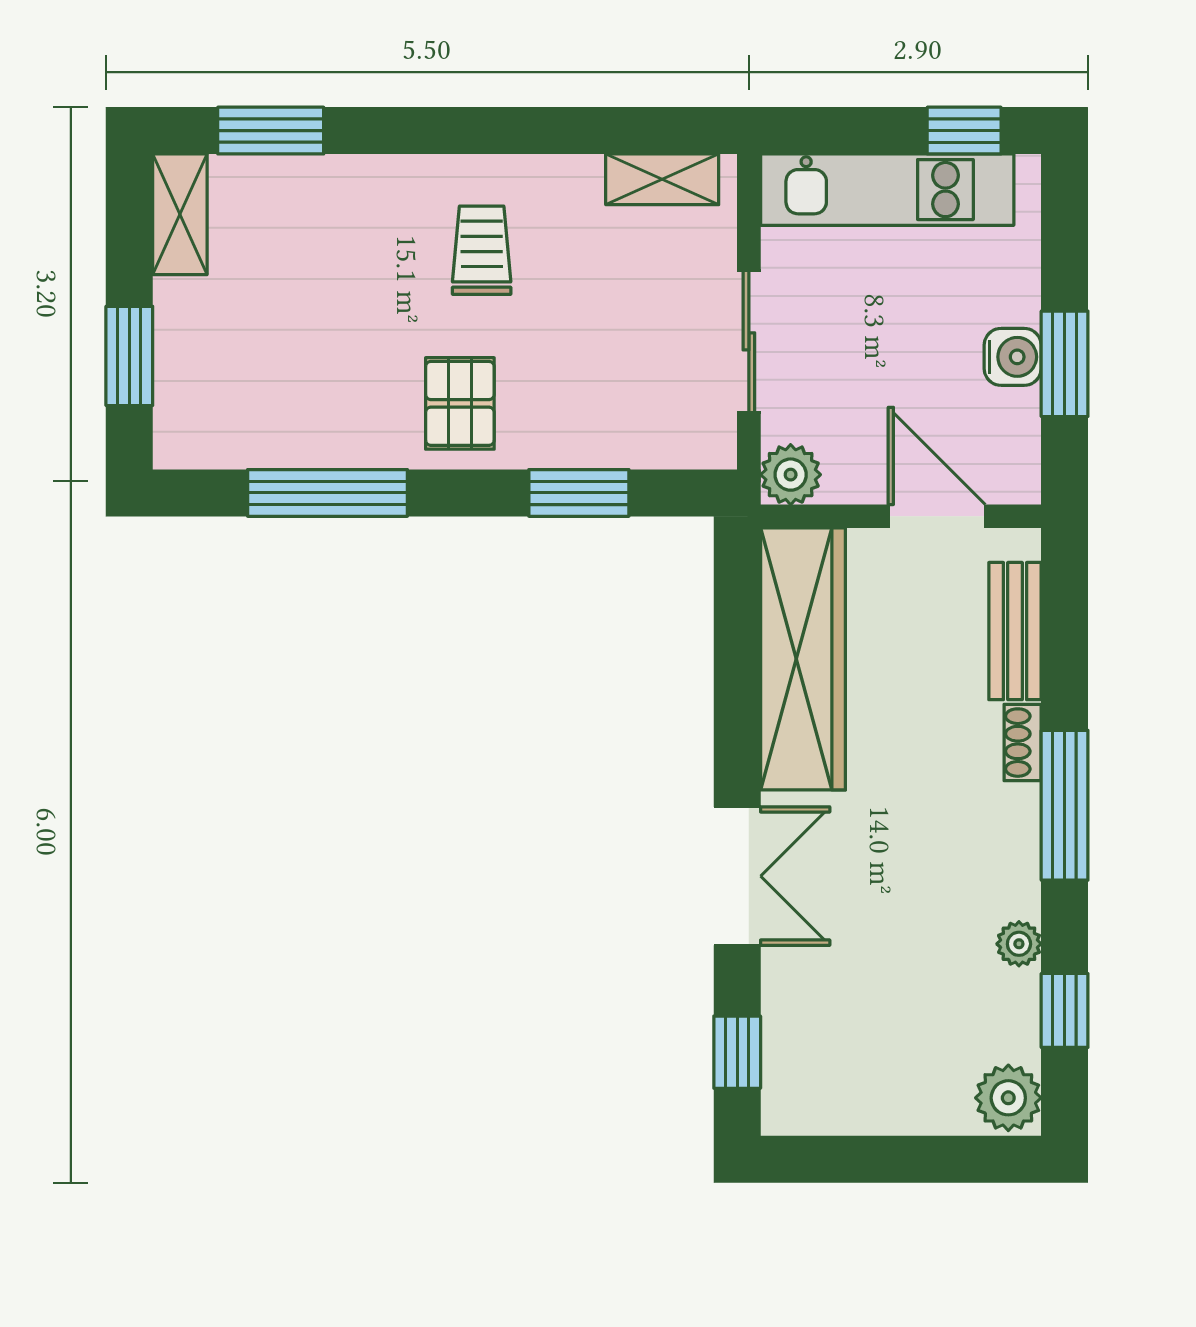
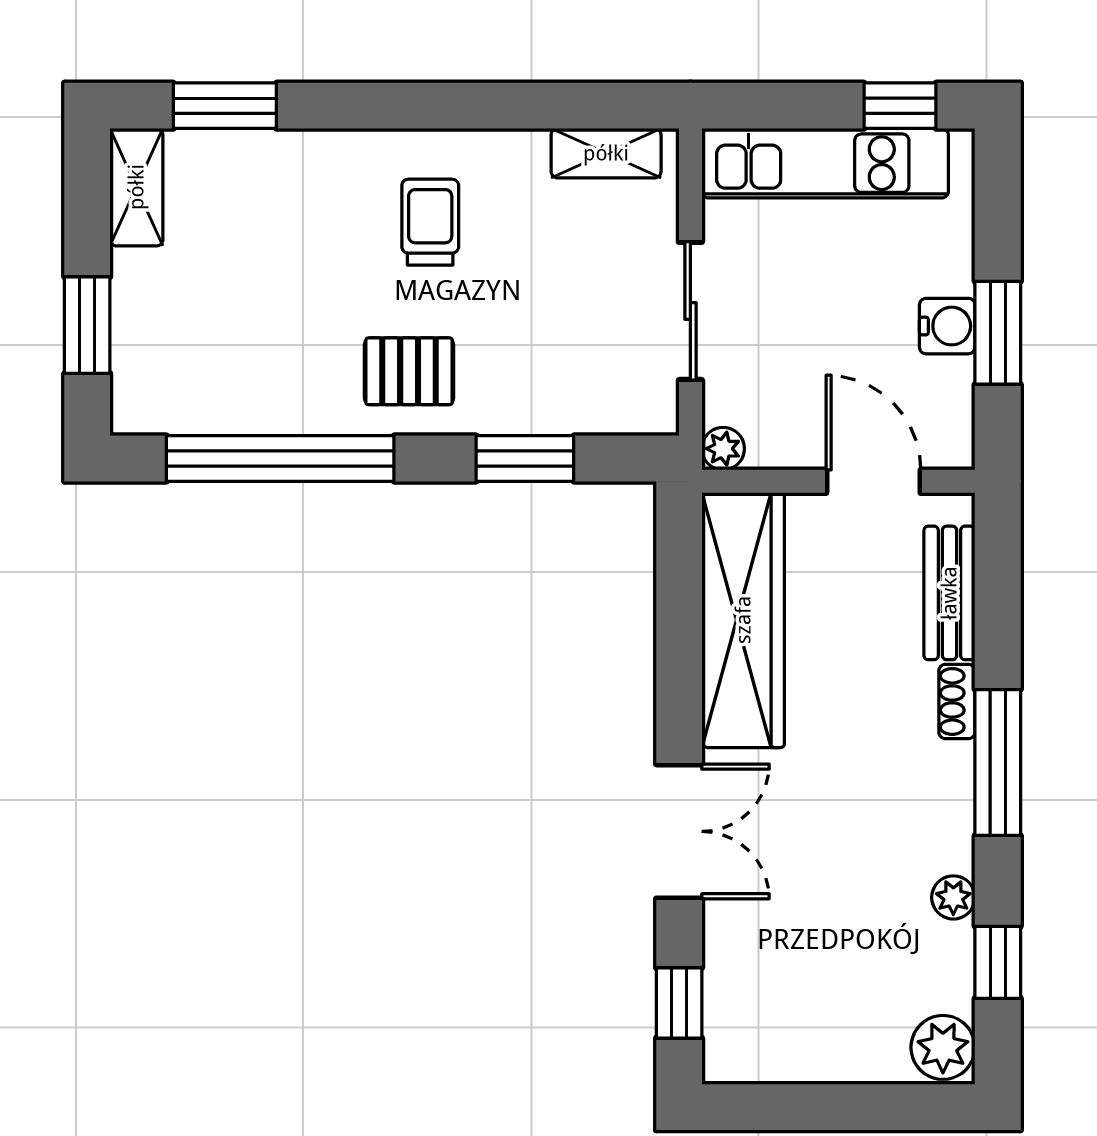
pallet: (460, 403) -> (409, 371), turned 90
plant: (791, 475) -> (723, 449), width x0.73, depth x0.73
window: (327, 493) -> (280, 458), width x1.46

